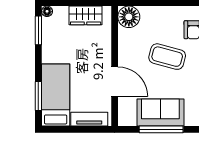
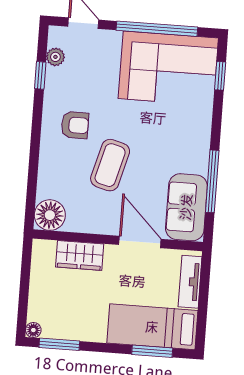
wardrobe: (86, 15) -> (80, 255), moved, turned 90
door: (115, 82) -> (140, 242), hinge flipped
sofa: (160, 113) -> (186, 207), moved

